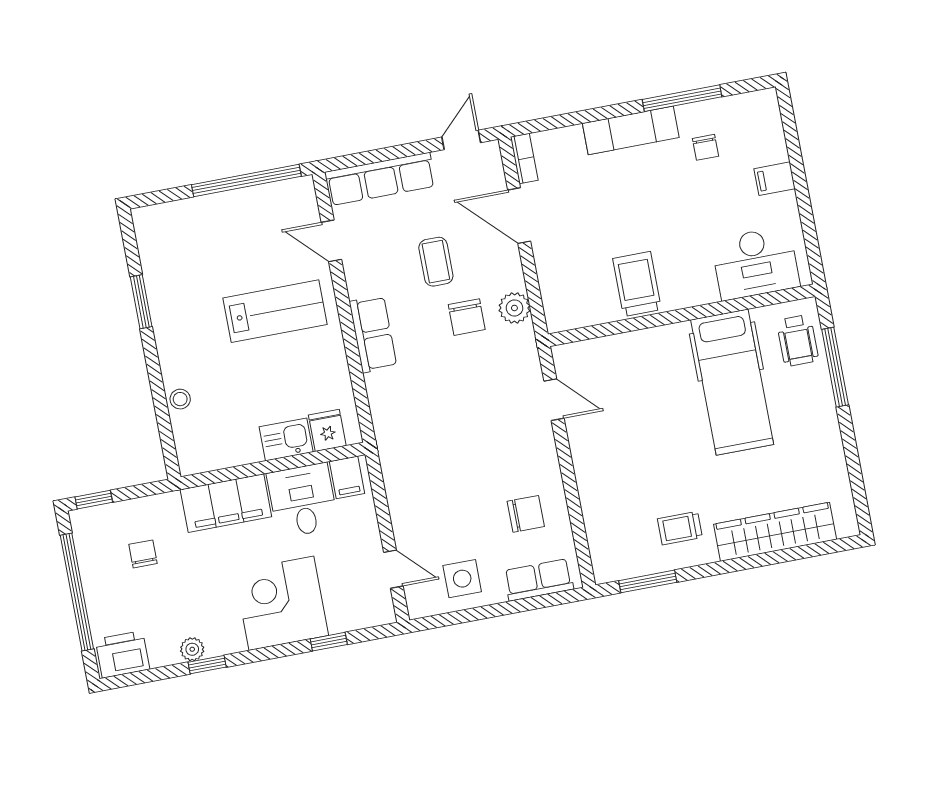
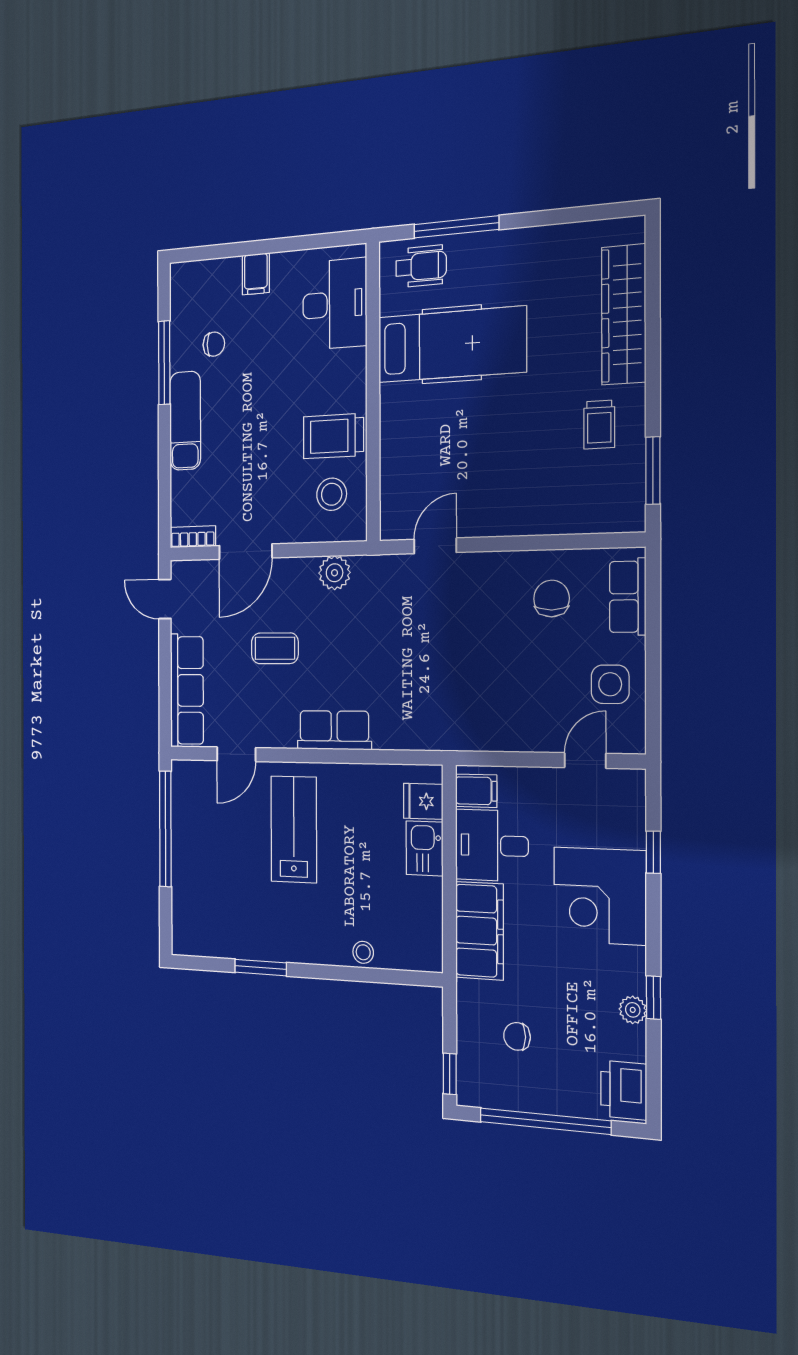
stool: (584, 292) -> (332, 494), added
chair: (467, 317) -> (335, 626), removed

